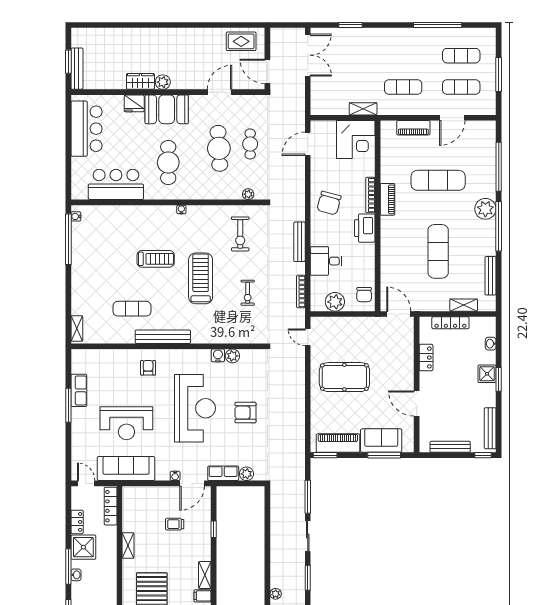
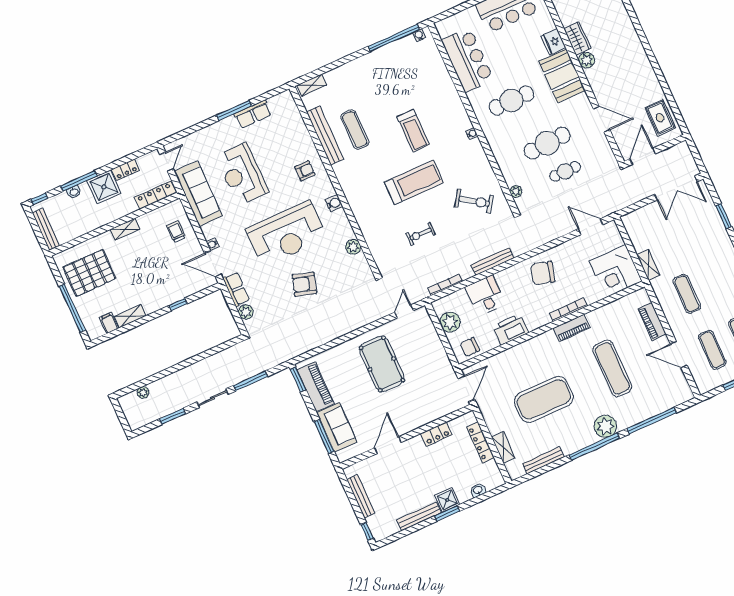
printer: (365, 228) -> (511, 329), moved
exercise bike: (240, 234) -> (474, 201), turned -145
exercise mat: (438, 251) -> (544, 399), width x1.47
bench: (163, 337) -> (325, 136), moved
water cooler: (218, 355) -> (334, 203), moved
armchair: (245, 413) -> (304, 284), turned -73
bench: (490, 428) -> (419, 516), moved
trolley: (175, 524) -> (176, 232), moved

